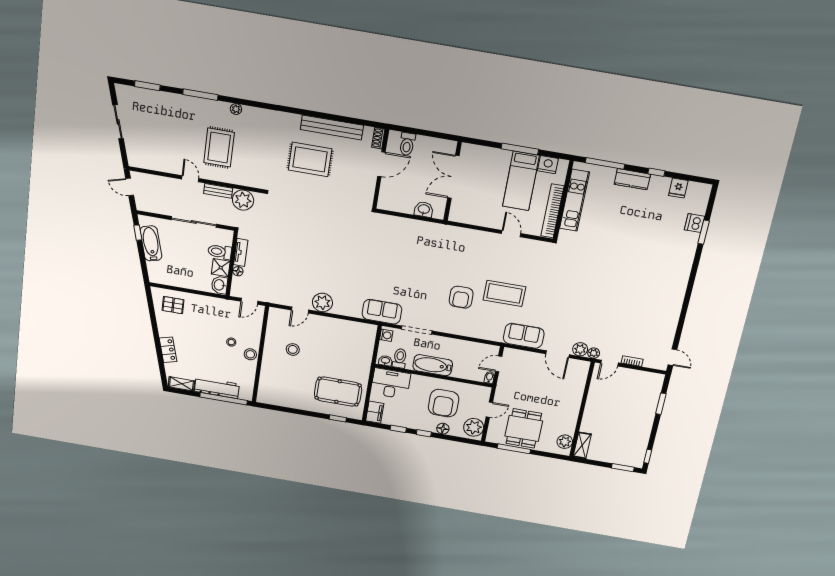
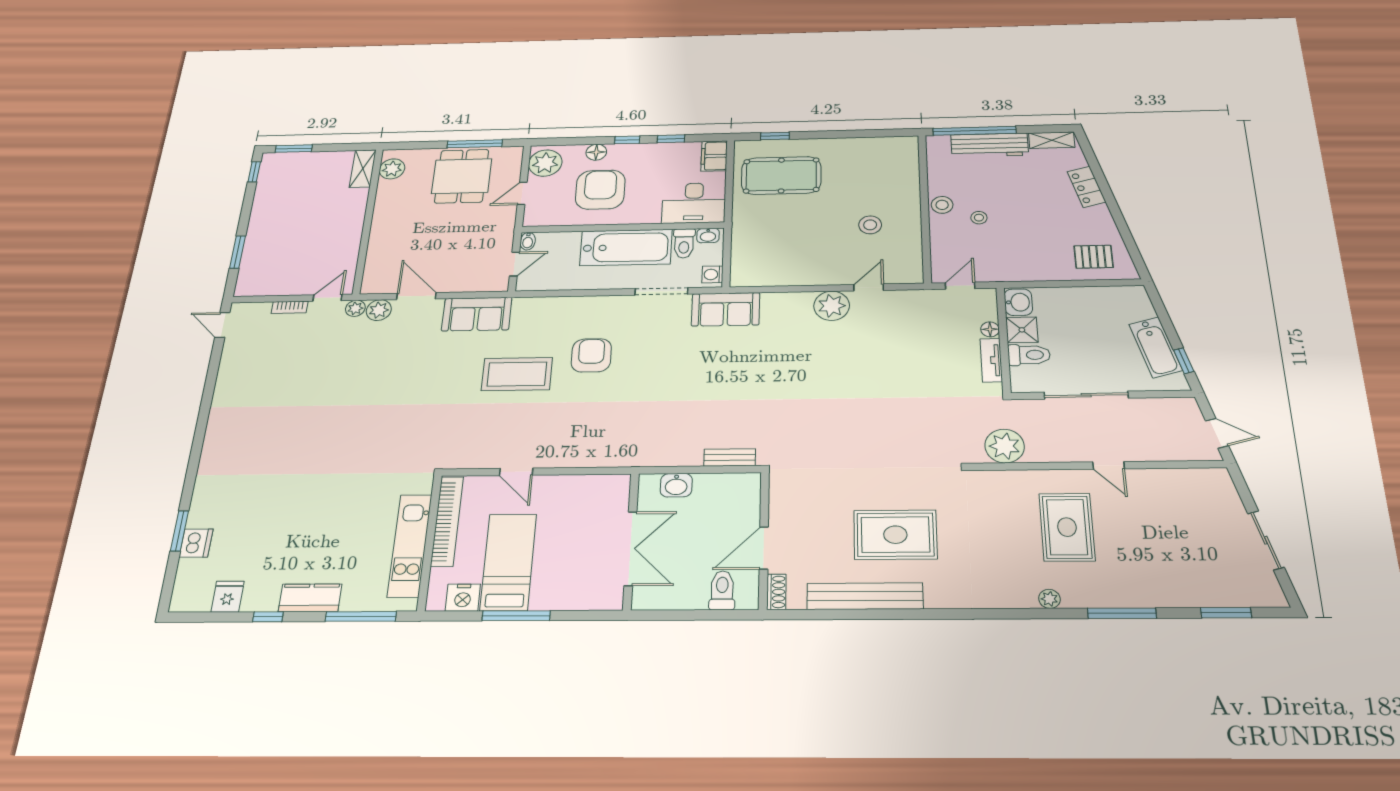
bench: (218, 191) -> (730, 457), moved
bathtub: (433, 365) -> (626, 247), width x1.36, depth x1.36

